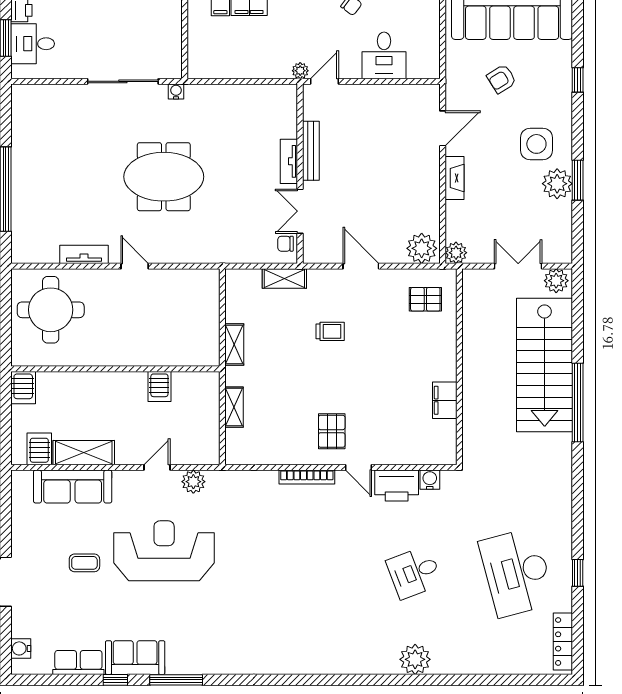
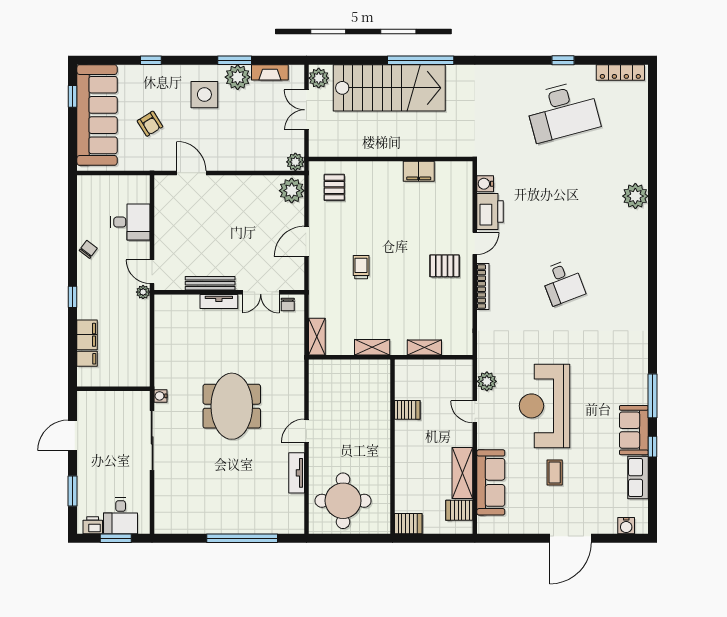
fireplace: (454, 178) -> (270, 72), moved, turned 180
shelving: (284, 278) -> (317, 337), moved
desk: (414, 572) -> (563, 282), moved

